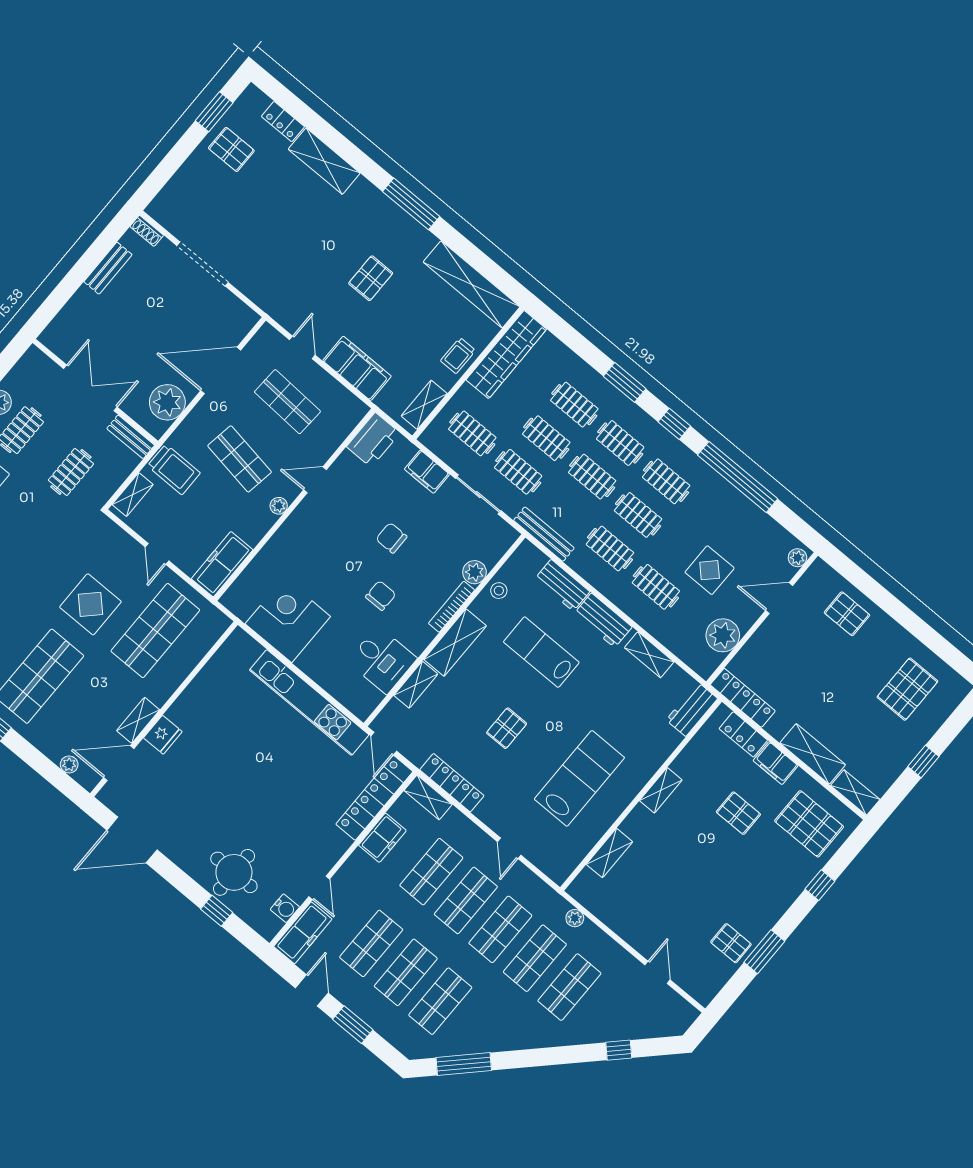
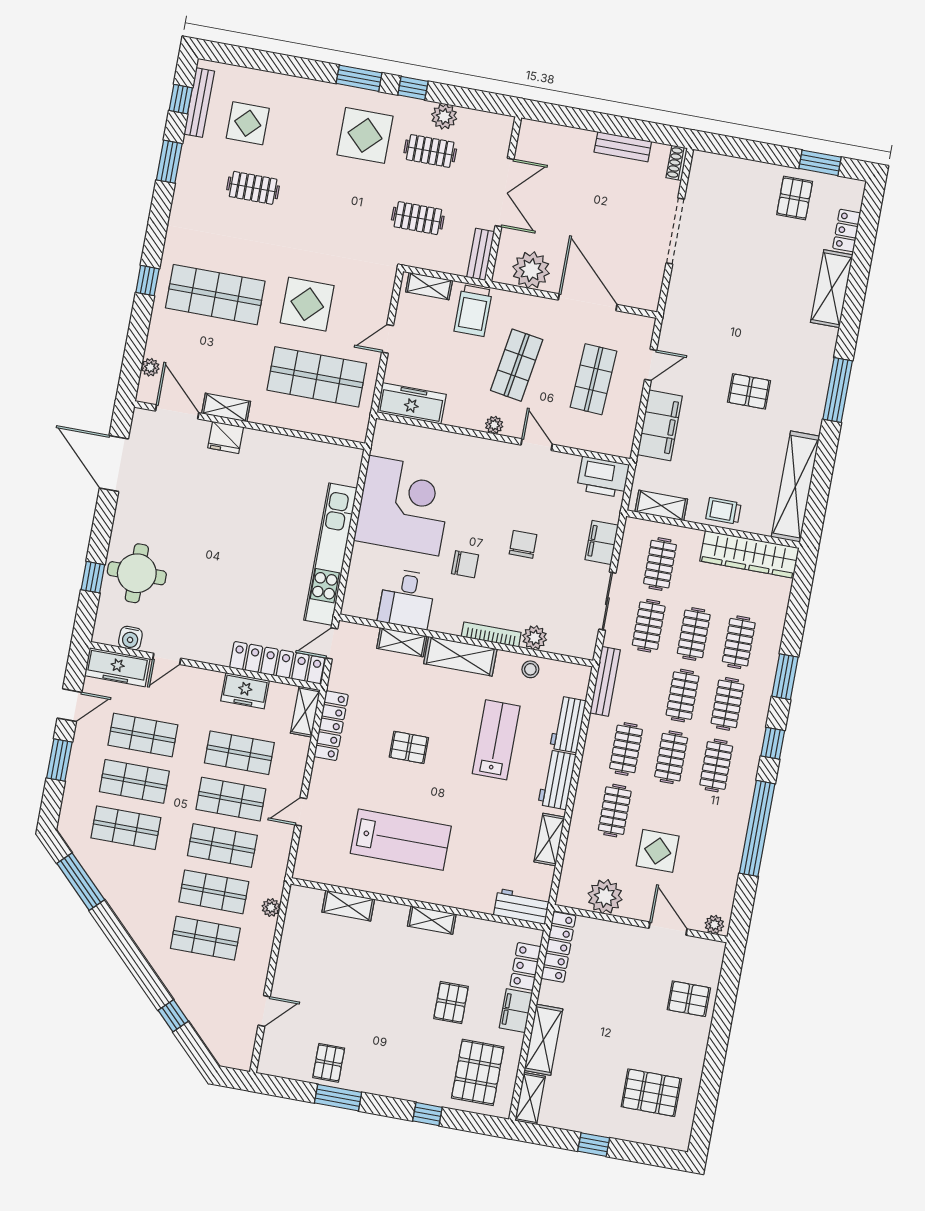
pallet: (847, 614) -> (689, 999), turned 90
corner desk: (288, 620) -> (404, 506), width x1.36, depth x1.36

